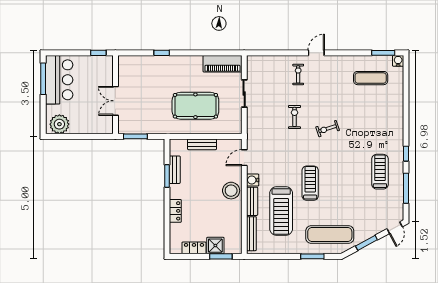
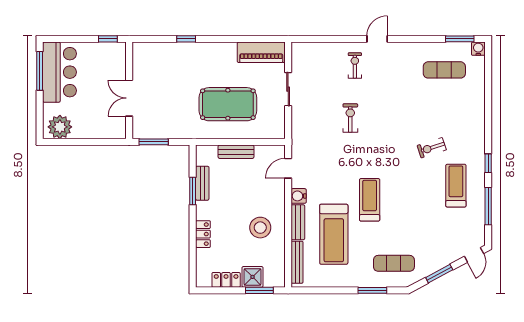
exercise bike: (328, 129) -> (432, 148), moved
stool: (231, 191) -> (260, 228), moved
exercise mat: (330, 235) -> (394, 263), width x0.73, depth x0.69

